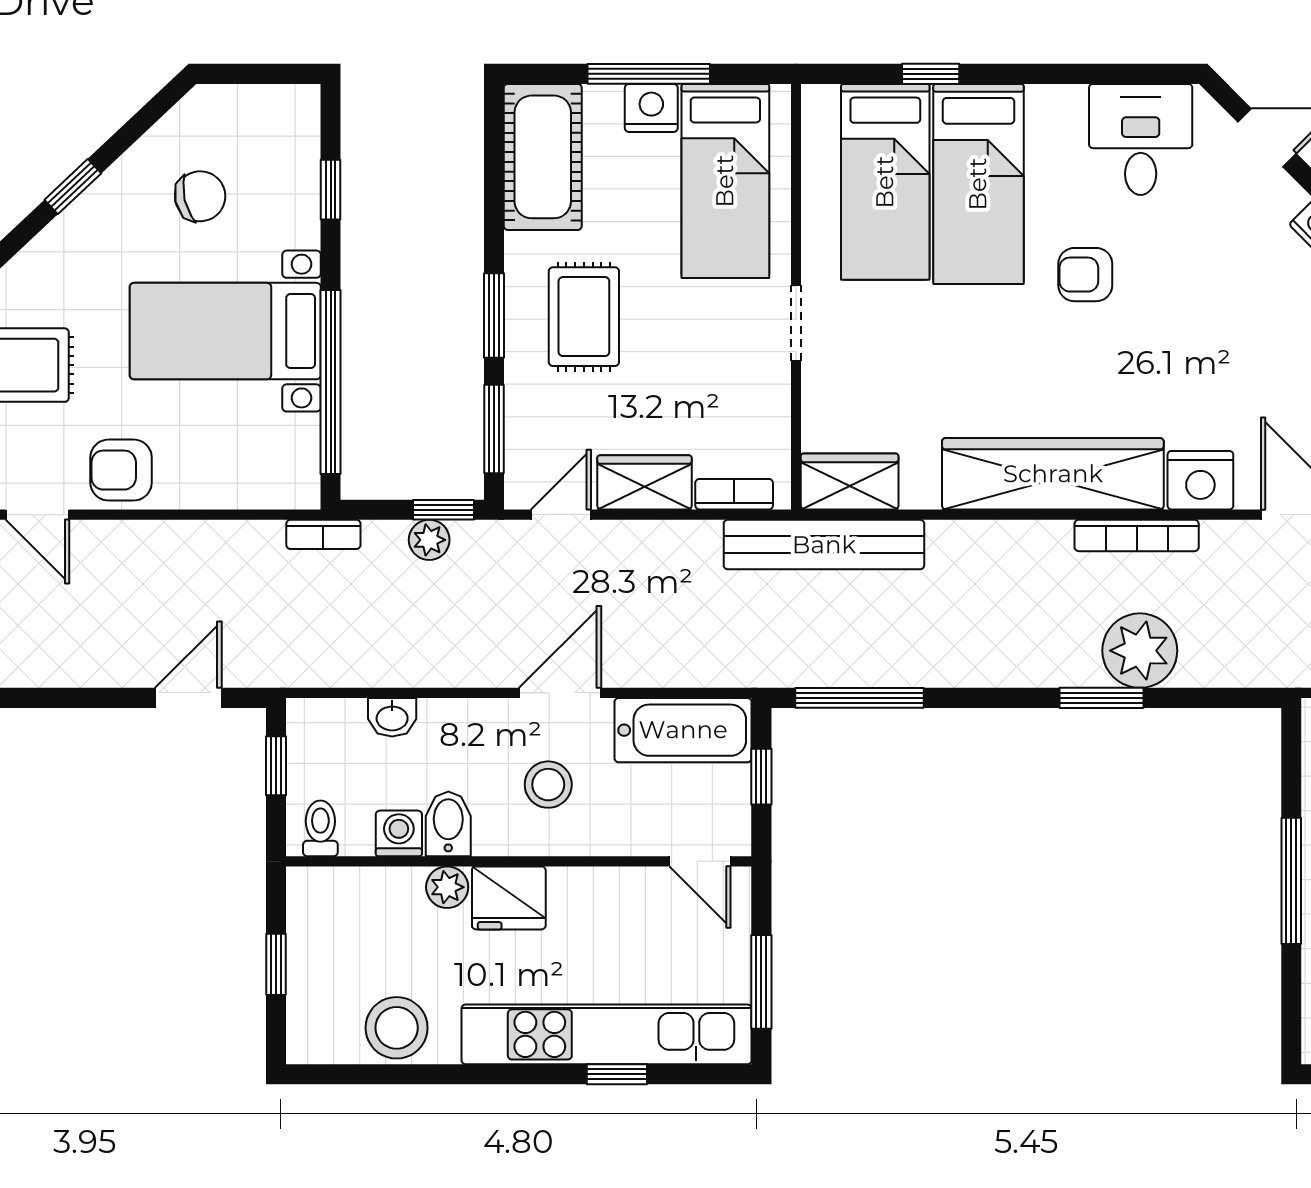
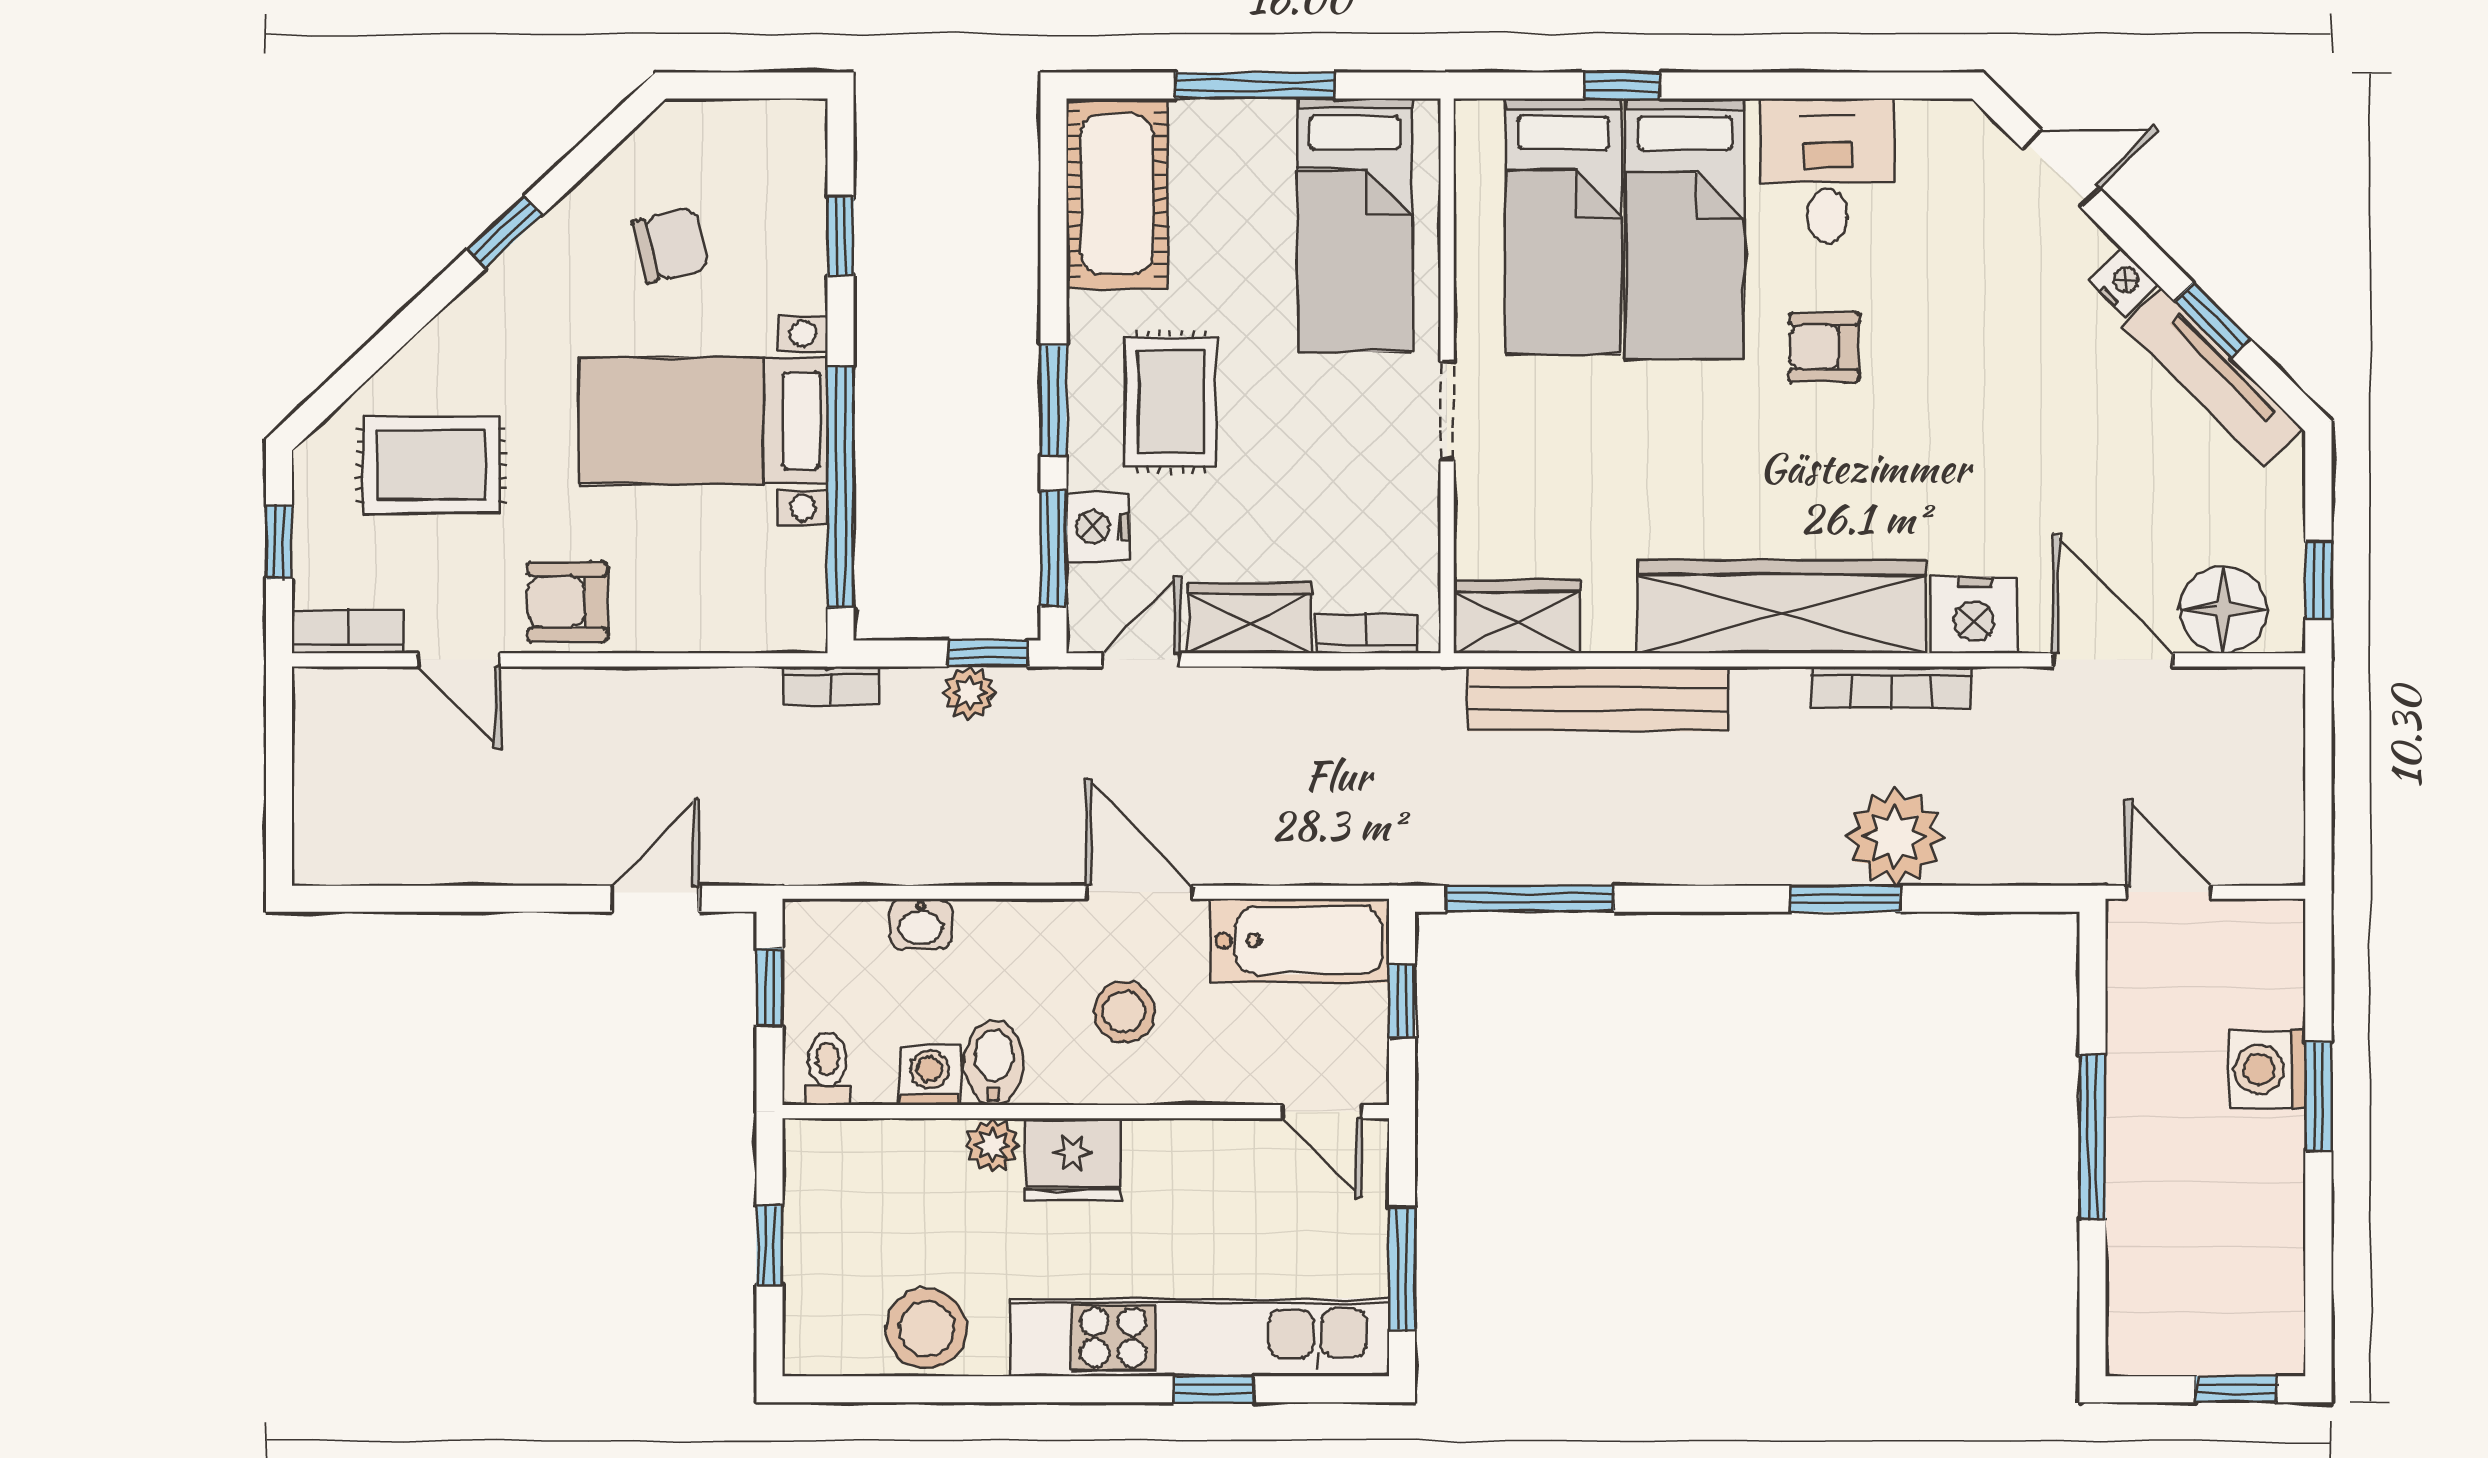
nightstand: (651, 108) -> (1098, 527), moved, turned -90
desk: (1141, 139) -> (1827, 171), moved
bench: (824, 545) -> (1598, 699), moved
door: (560, 693) -> (1140, 892), hinge flipped

